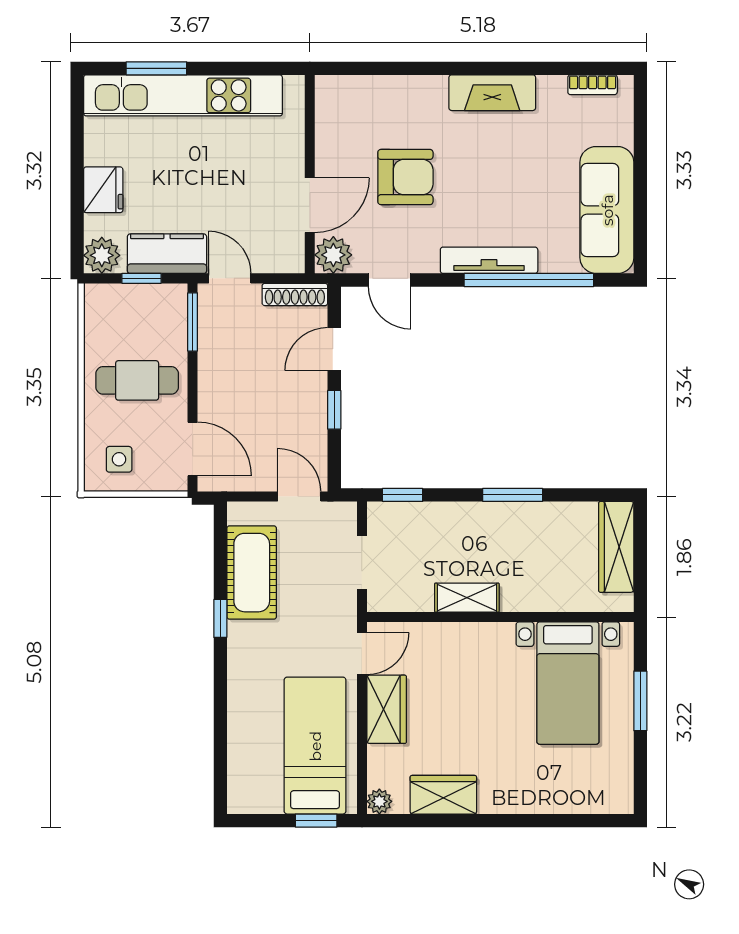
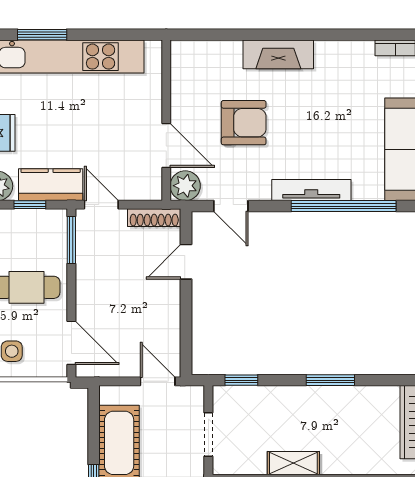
fireplace: (492, 93) -> (278, 54), moved
door: (310, 205) -> (166, 145), hinge flipped
window: (334, 410) -> (186, 311), removed

